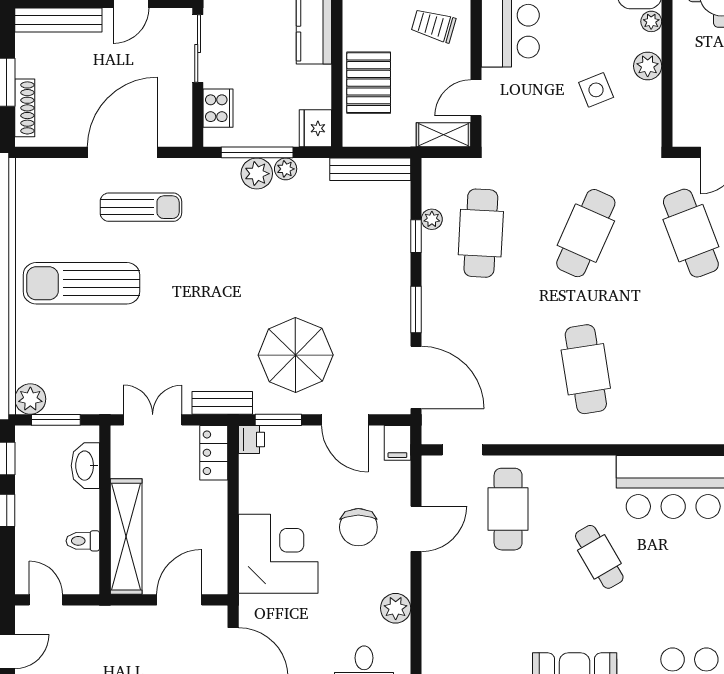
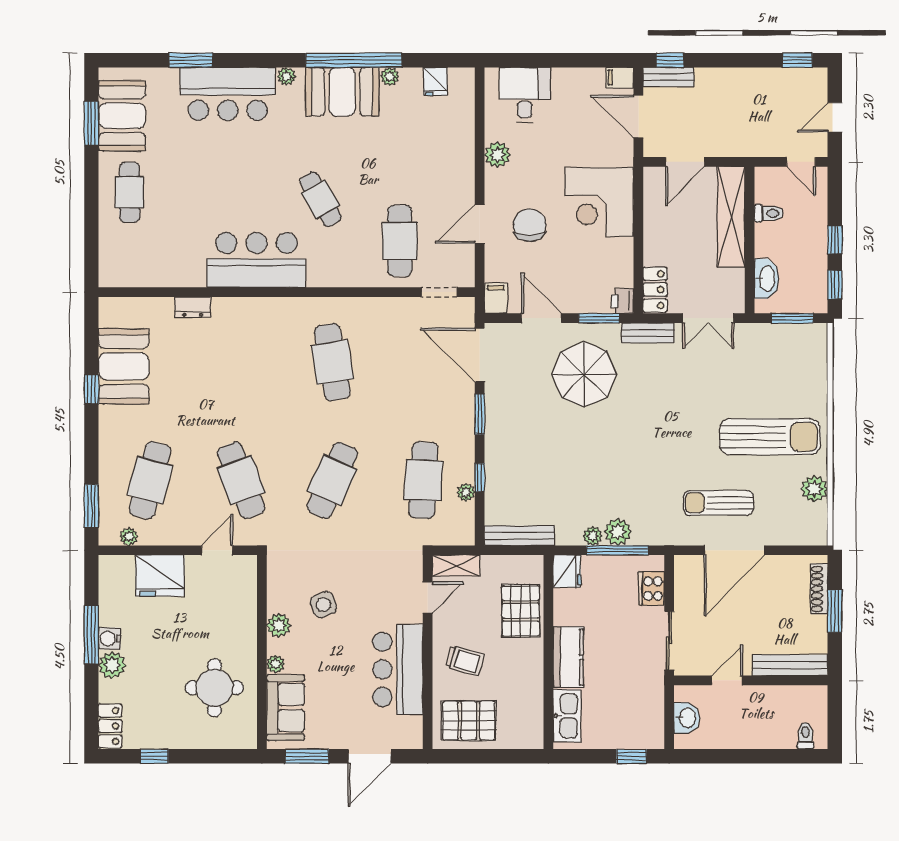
plant: (30, 399) -> (814, 489), moved

